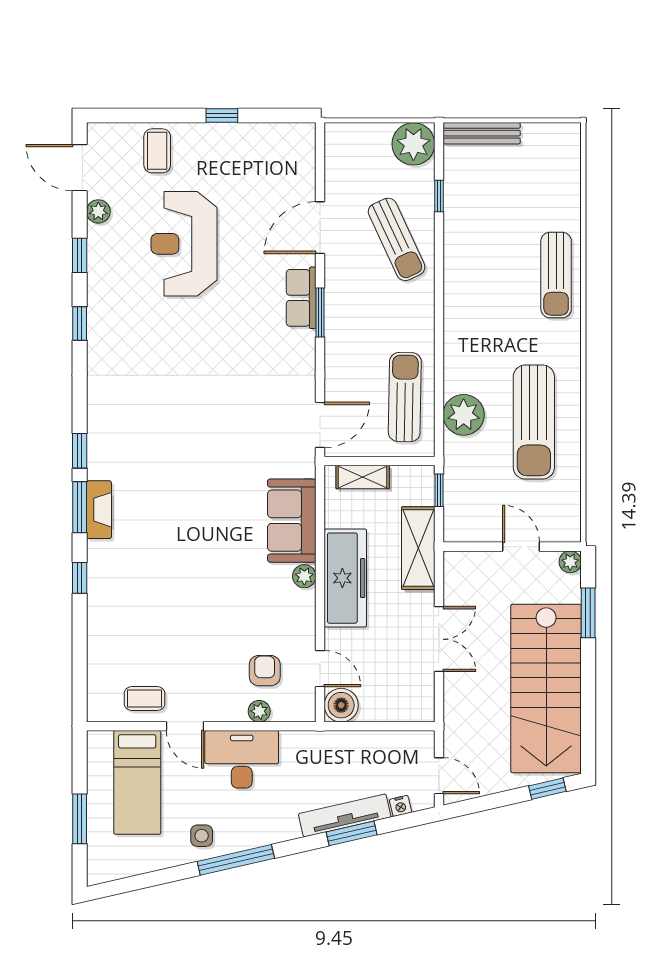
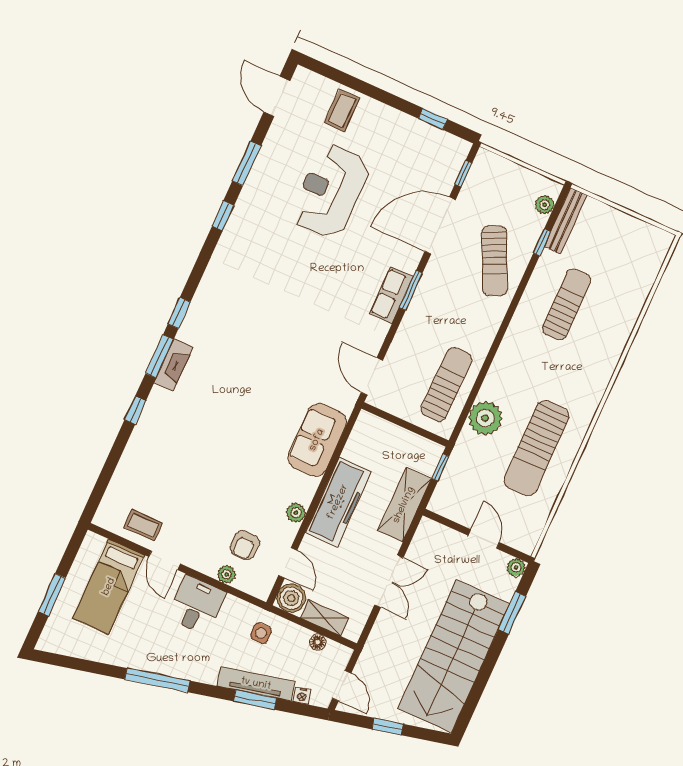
window: (222, 116) -> (433, 119), moved
bench: (482, 133) -> (565, 221), moved, turned 90
plant: (413, 144) -> (545, 205), width x0.53, depth x0.53
window: (320, 160) -> (463, 174), added
plant: (98, 211) -> (276, 136), removed
door: (320, 228) -> (440, 225), width x1.36
window: (80, 255) -> (247, 164), width x1.50
sun lounger: (556, 275) -> (567, 304), moved, turned 180
row of seats: (301, 298) -> (391, 295), moved
door: (320, 425) -> (372, 376), swing flipped
shelving: (363, 477) -> (325, 618), moved
plant: (304, 576) -> (296, 513), moved
armchair: (265, 671) -> (245, 545), turned 180
floor lamp: (391, 740) -> (318, 642), added
desk: (242, 759) -> (197, 605), width x0.73
window: (547, 789) -> (388, 727), moved
side table: (202, 836) -> (261, 633), moved

